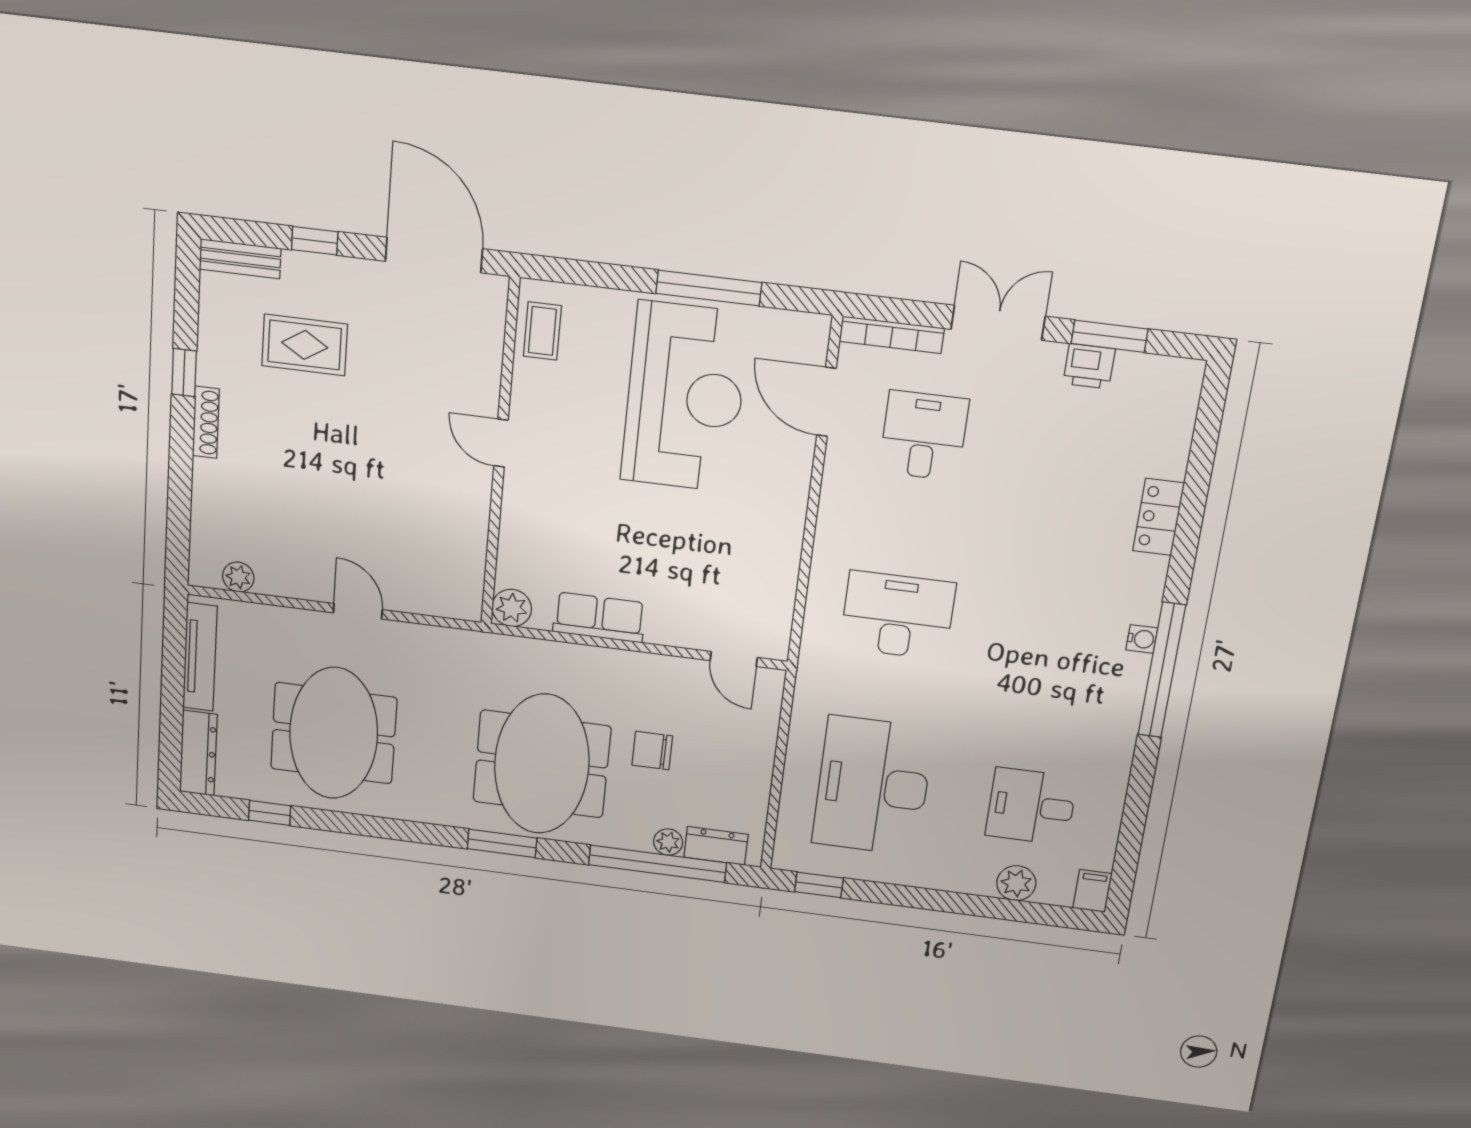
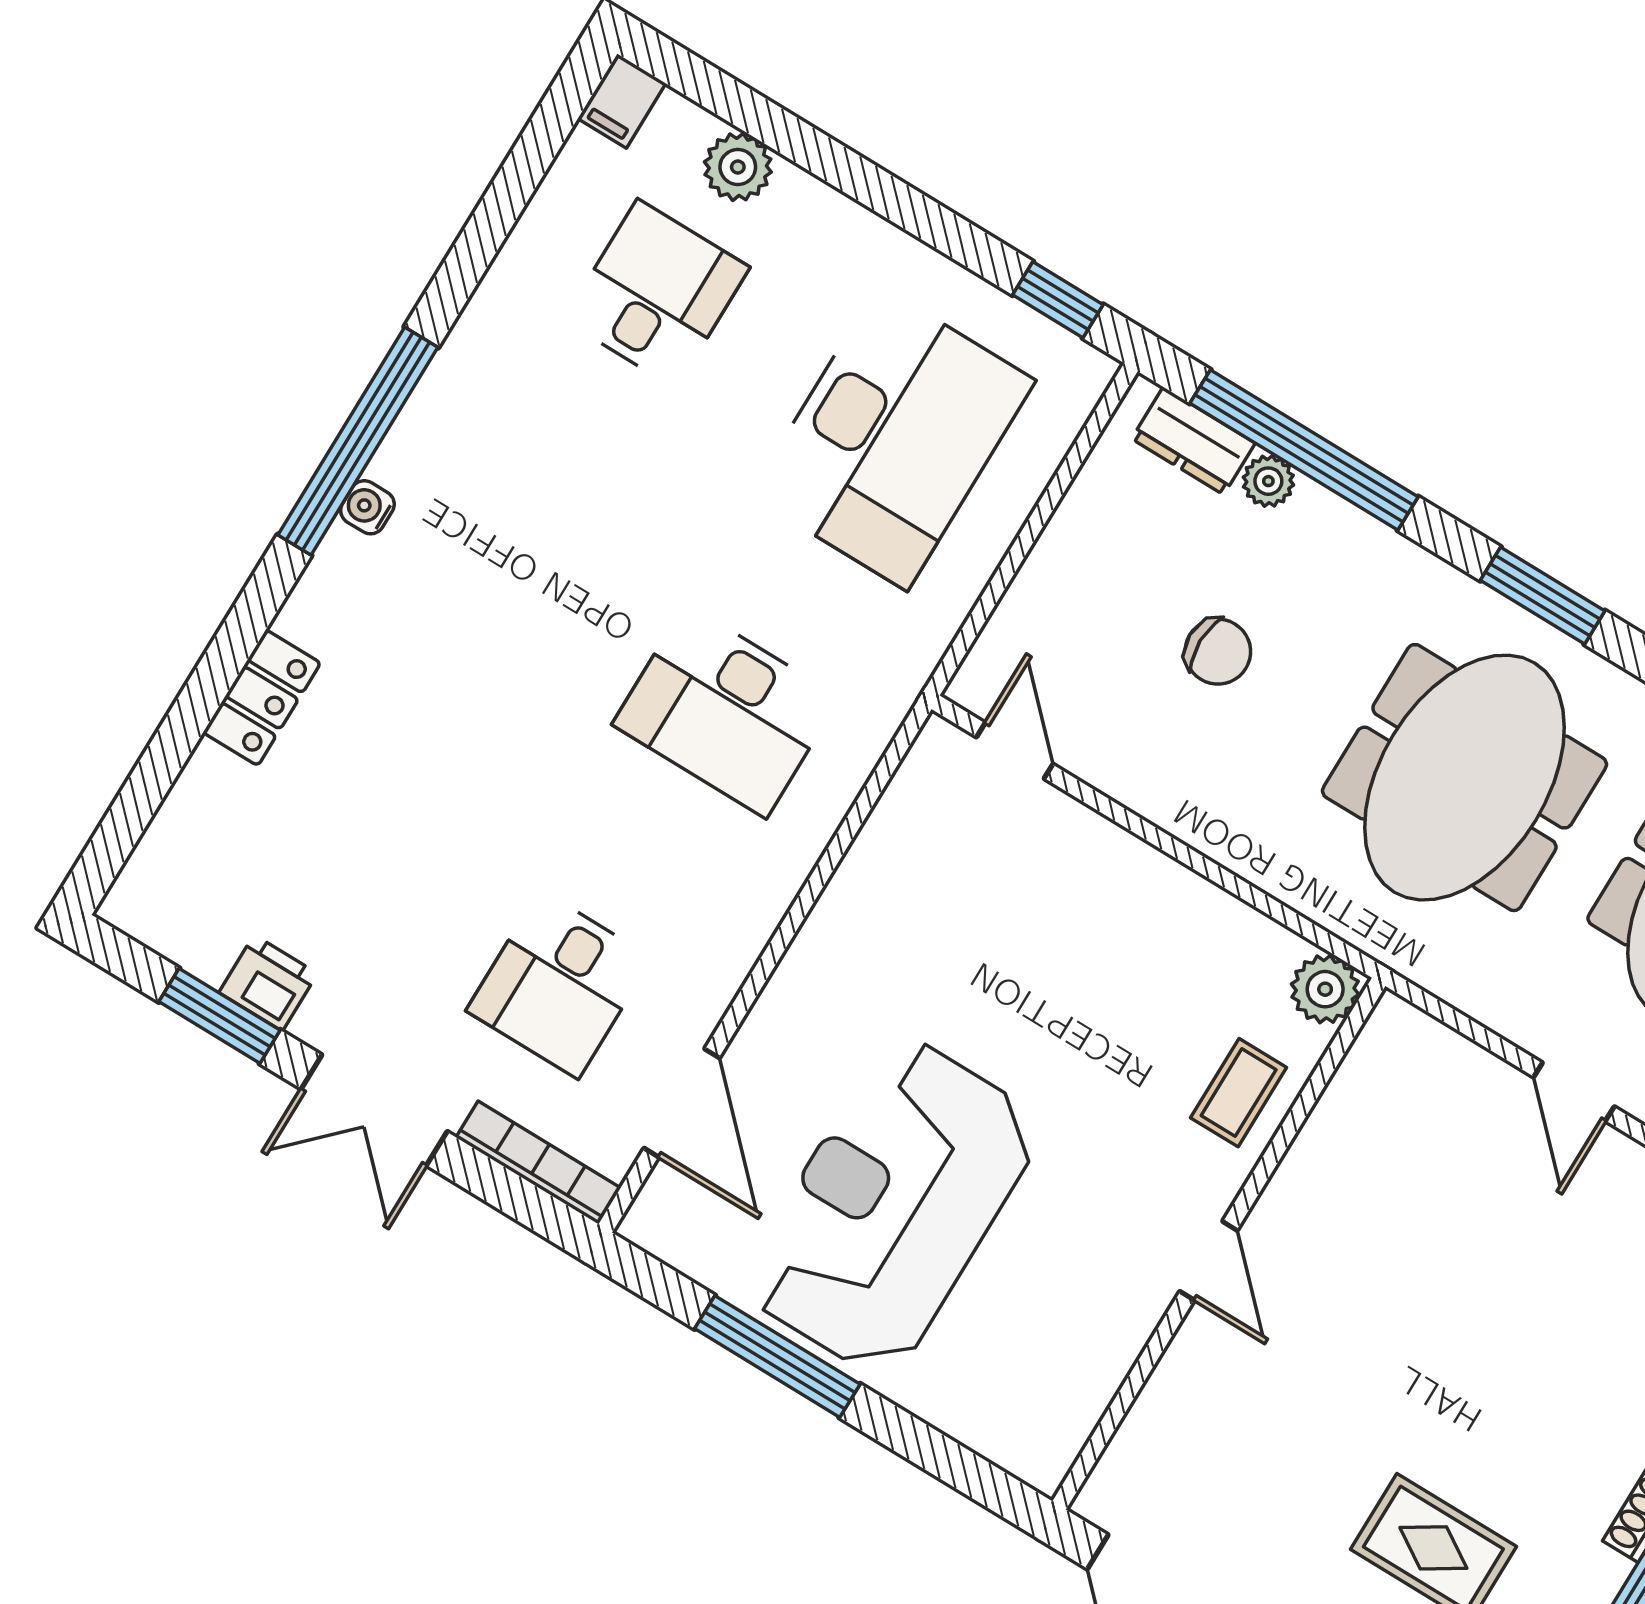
coffee table: (542, 331) -> (1239, 1093), moved
row of seats: (599, 617) -> (1194, 913), removed
meeting table: (542, 764) -> (1464, 778), moved
desk: (1031, 806) -> (657, 294), turned -90

